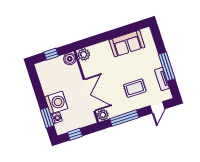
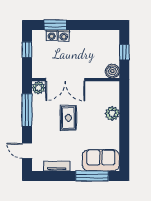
sofa: (127, 44) -> (101, 160), moved, turned 90
plant: (84, 54) -> (112, 113), moved
window: (167, 67) -> (92, 176), moved
rug: (135, 88) -> (68, 118), moved
washing machine: (56, 103) -> (64, 36), width x0.53, depth x0.53

